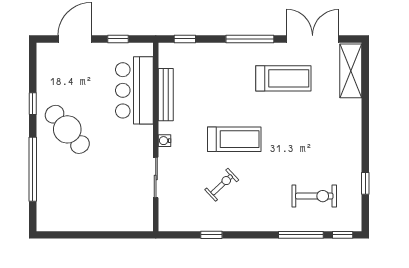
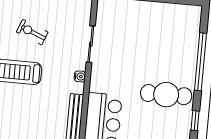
cafe table: (67, 129) -> (166, 95), turned -50
exercise bike: (222, 185) -> (32, 32), turned 65

